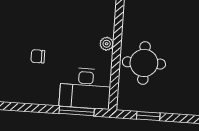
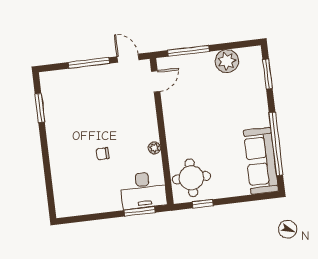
chair: (38, 56) -> (103, 154), moved
round table: (144, 63) -> (191, 178), moved

